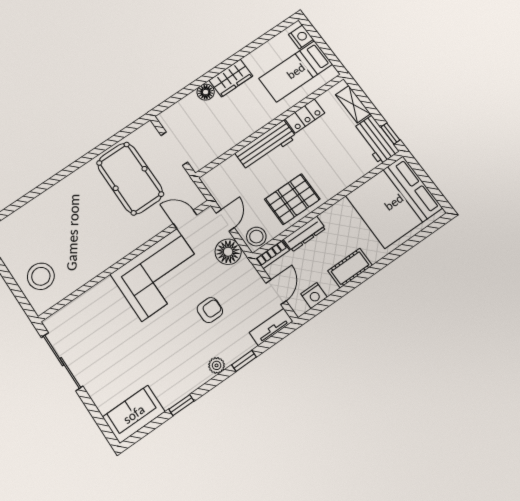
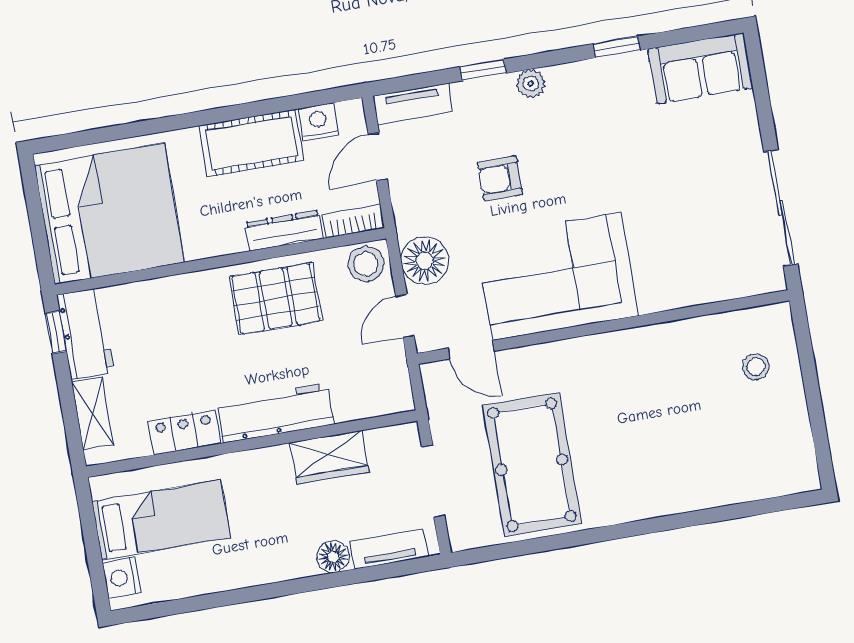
wardrobe: (231, 78) -> (329, 457), moved, turned 180
tv unit: (181, 108) -> (389, 549), added
cot: (350, 268) -> (251, 143), width x1.37, depth x1.34
stool: (41, 276) -> (756, 367), width x0.53, depth x0.53

